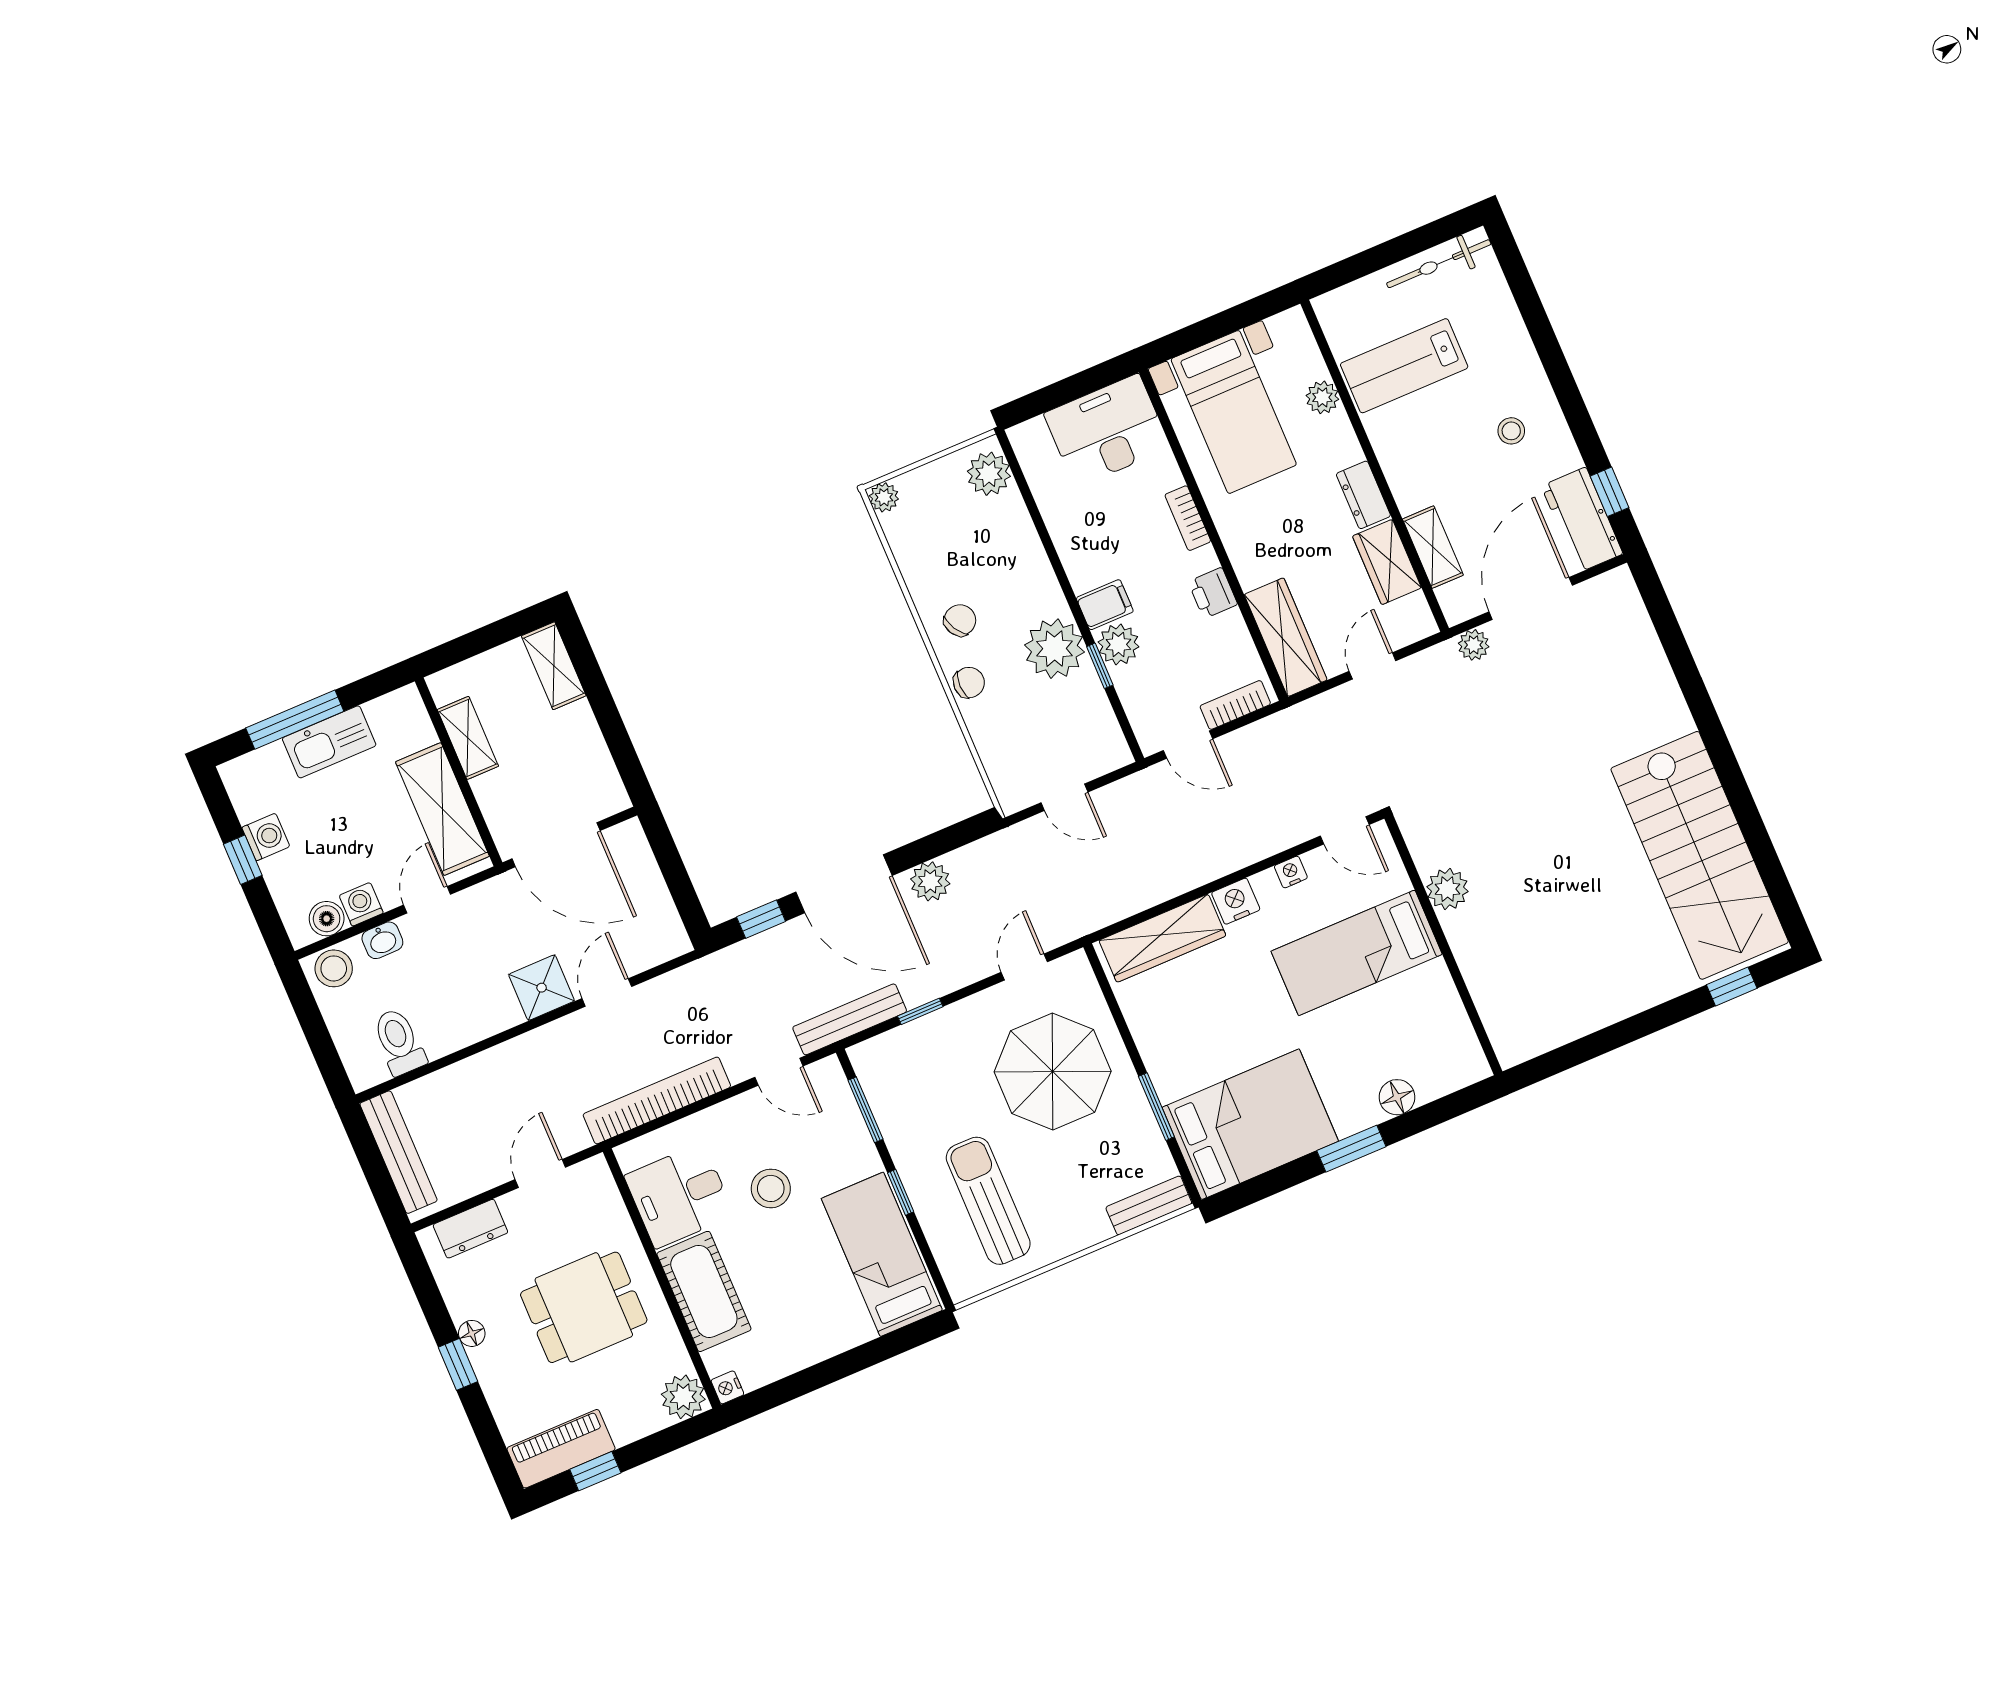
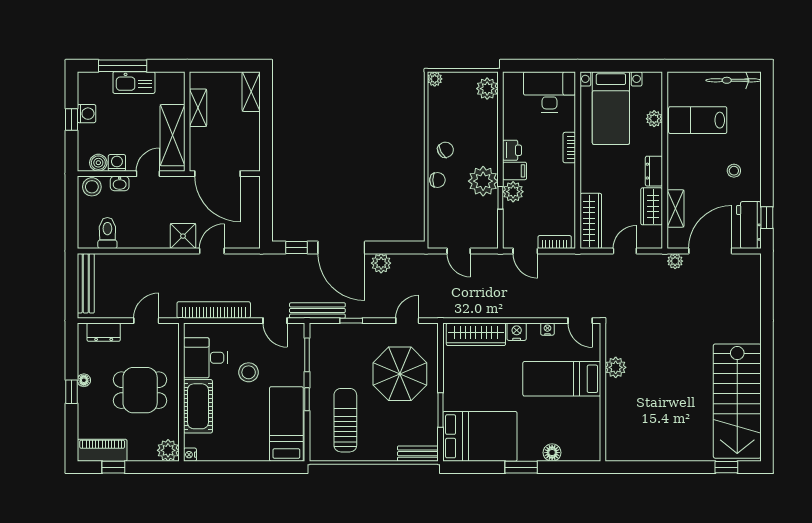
printer: (1213, 593) -> (512, 150), moved, turned 180

